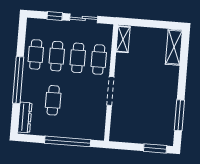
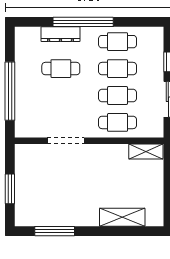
shelving: (174, 47) -> (122, 217), moved
doorway: (110, 91) -> (66, 141), moved
dresser: (25, 117) -> (60, 34), moved
window: (155, 148) -> (10, 189), moved

